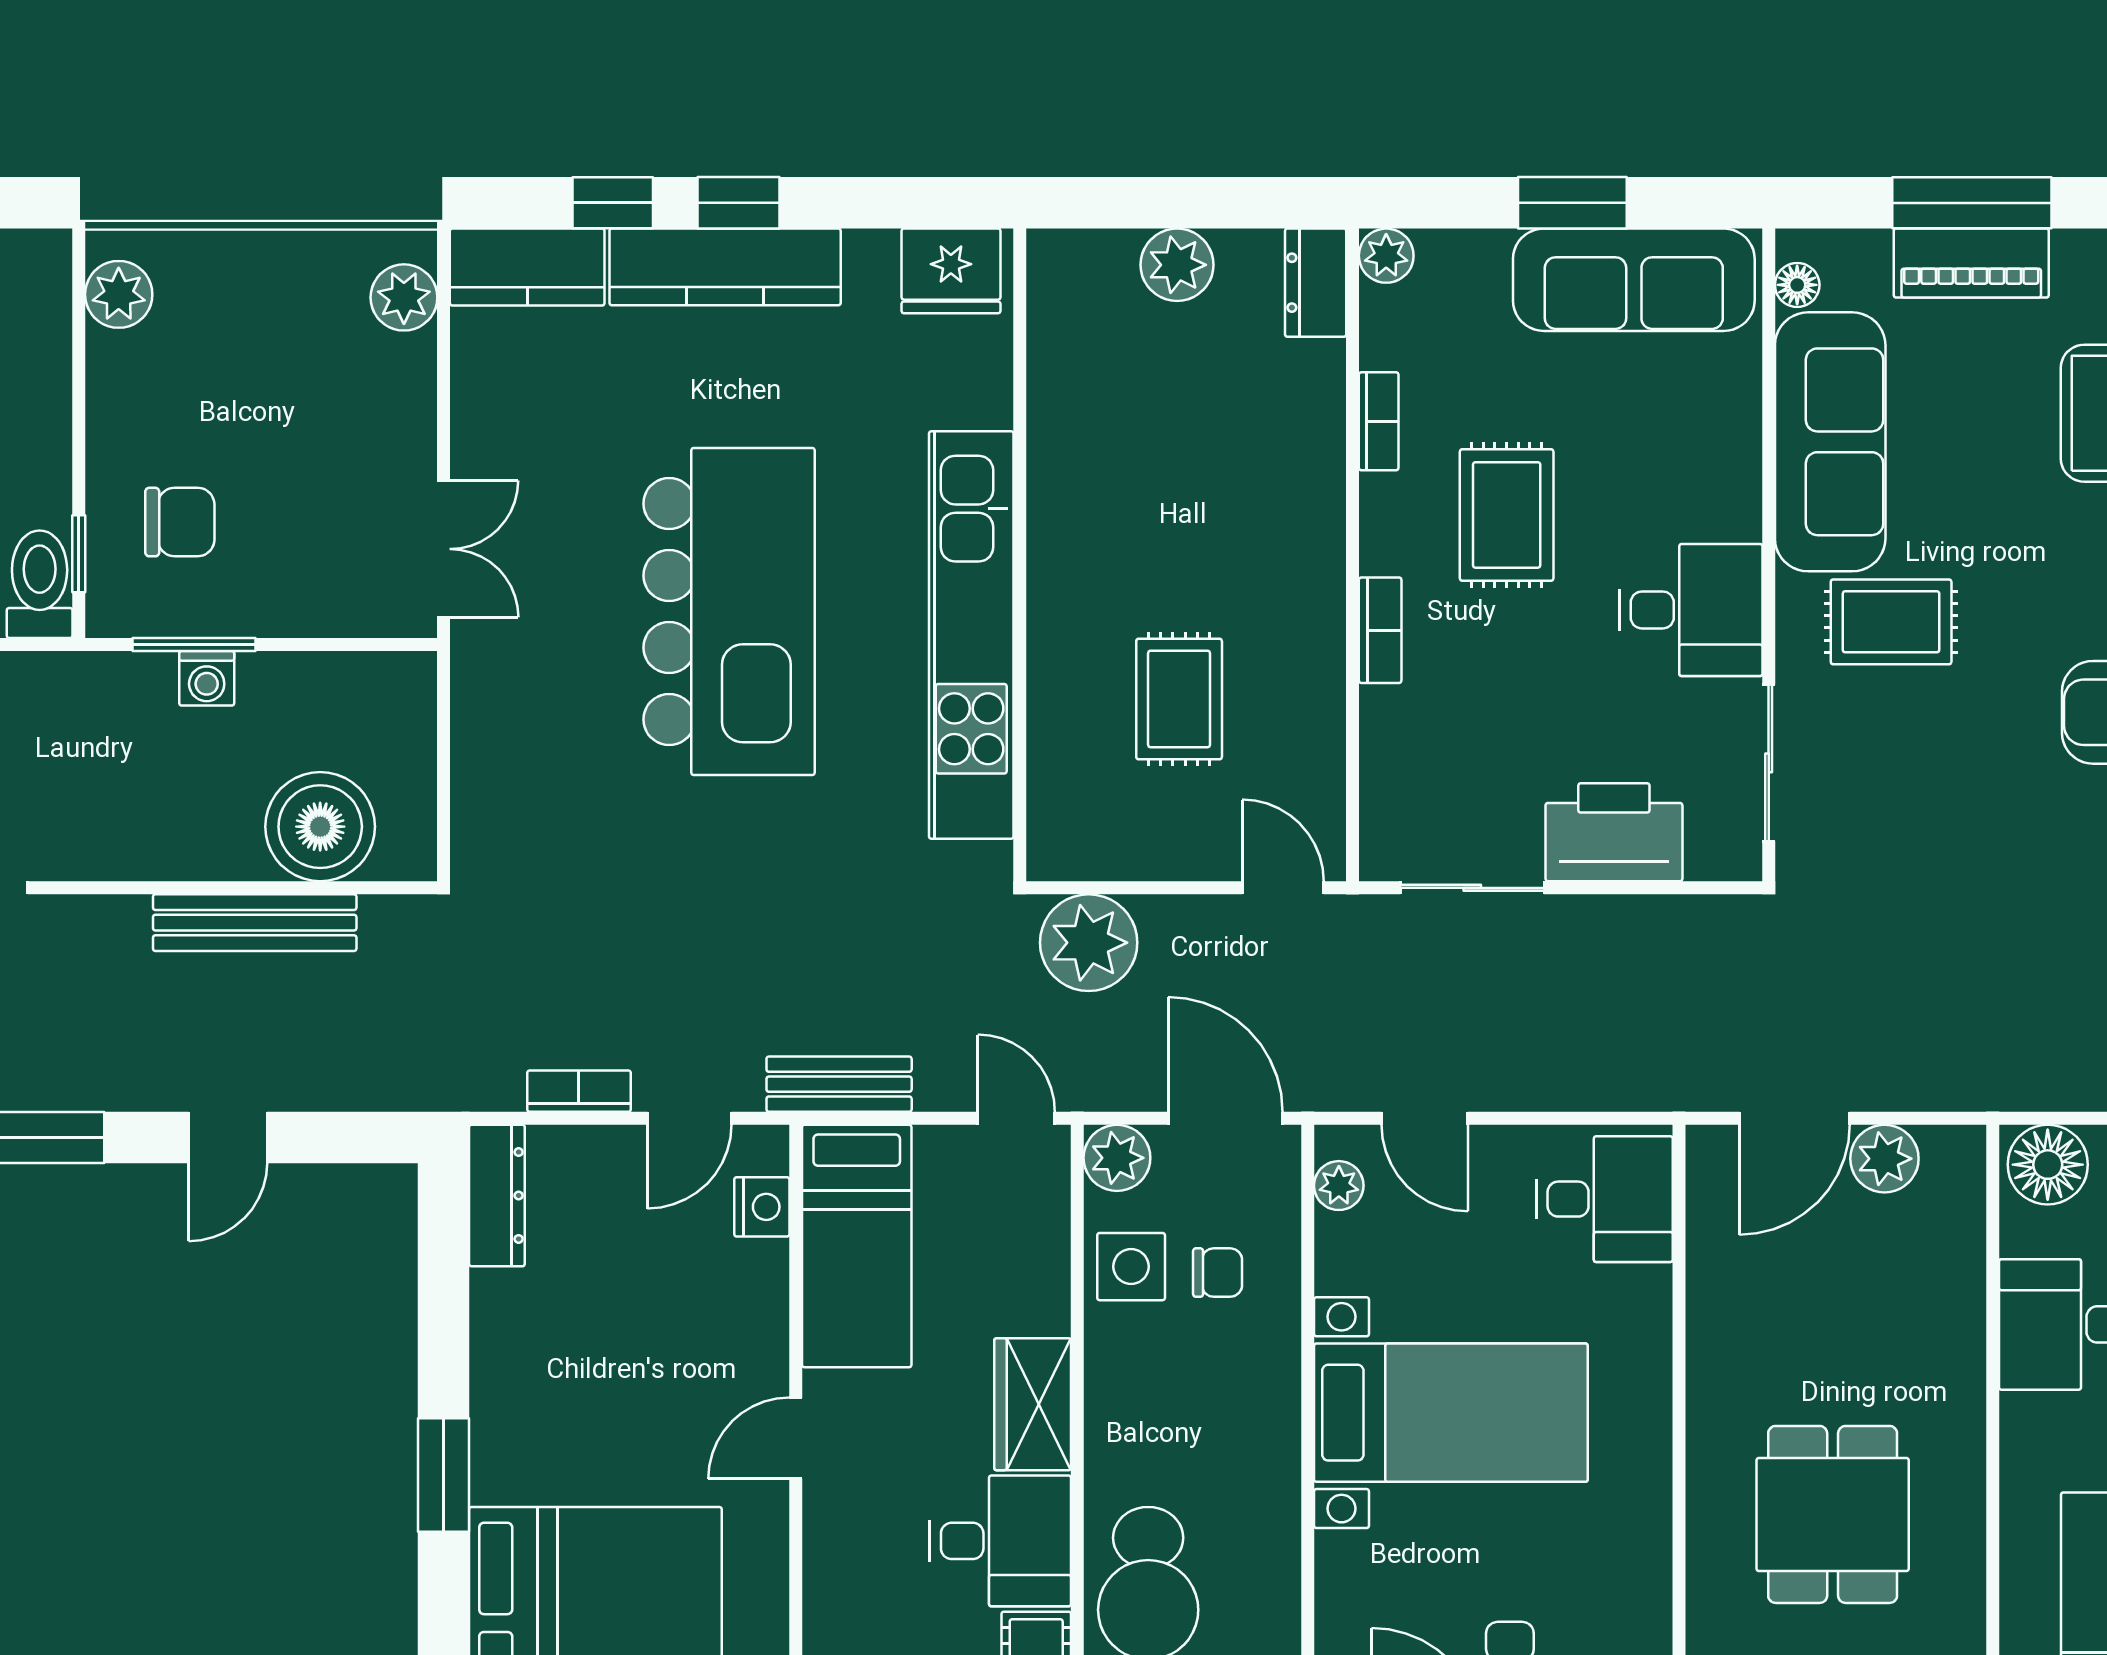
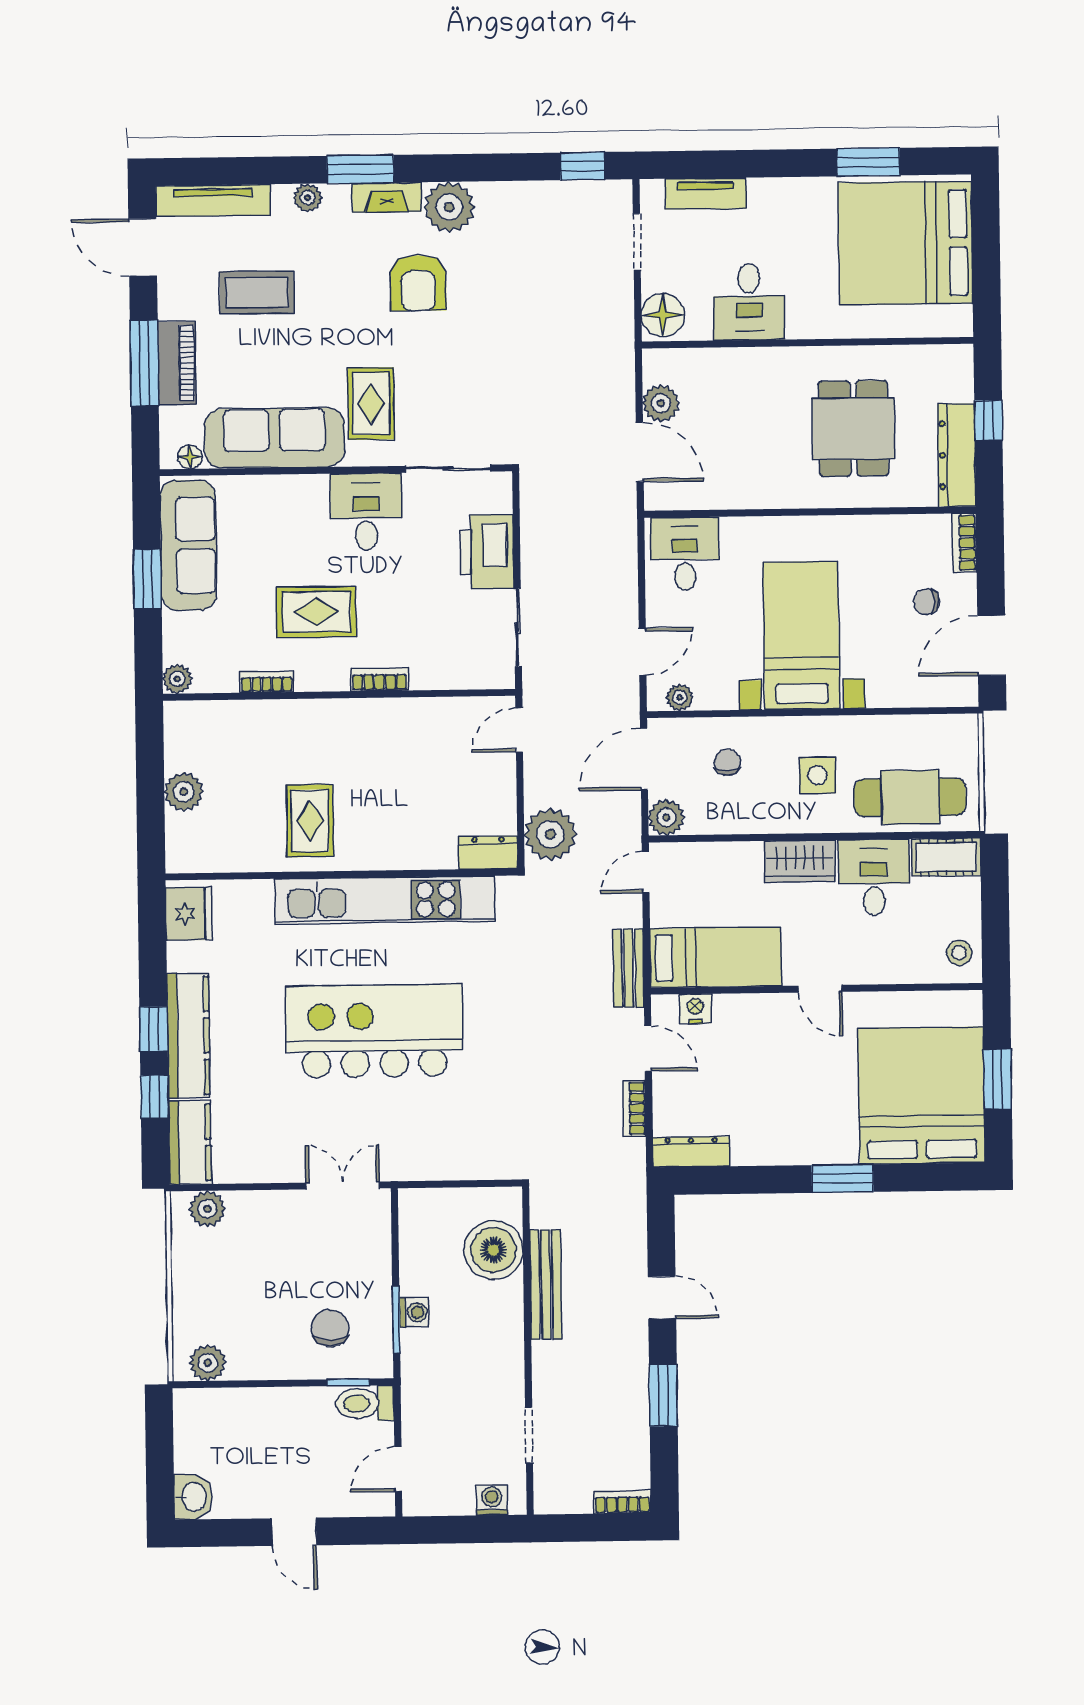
dresser: (1316, 283) -> (488, 852), moved, turned 180
rug: (1179, 699) -> (310, 821), moved, turned 90
side table: (1131, 1267) -> (818, 775), moved
dining table: (1833, 1514) -> (853, 428), turned 90

